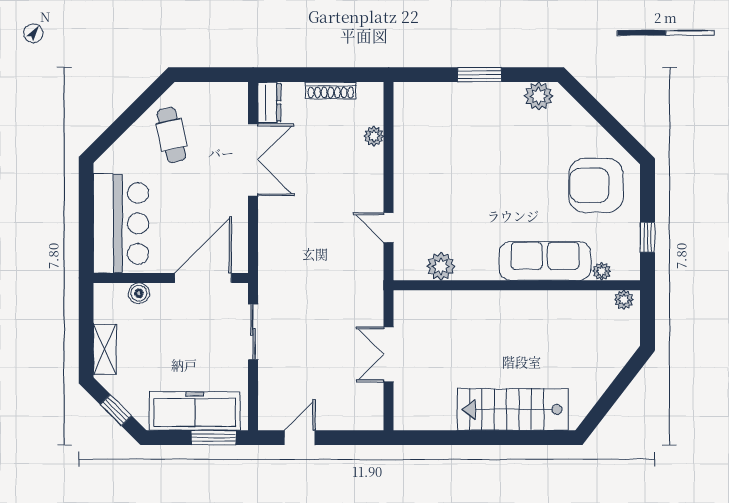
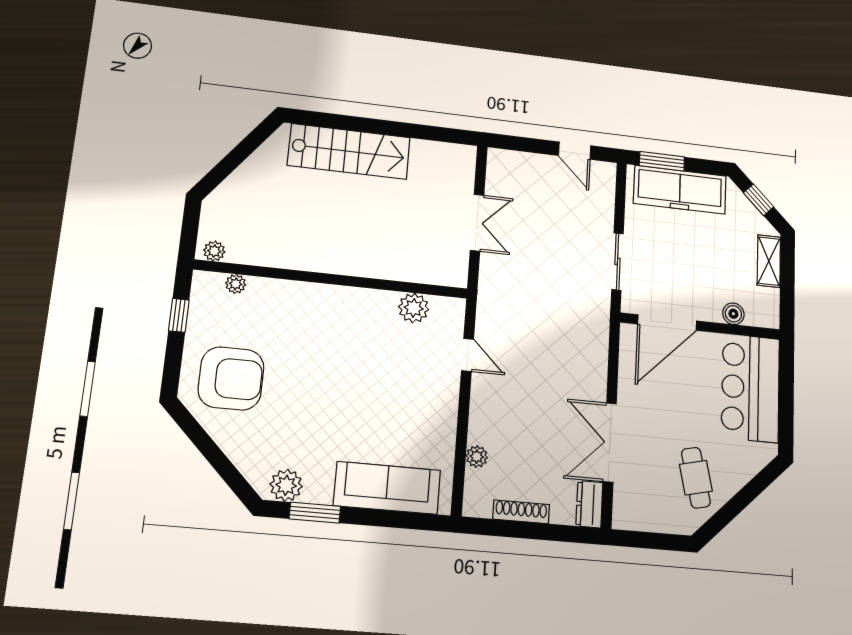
window: (479, 75) -> (315, 513), moved
sofa: (545, 261) -> (387, 488), moved, turned 180
door: (300, 438) -> (575, 151), hinge flipped

